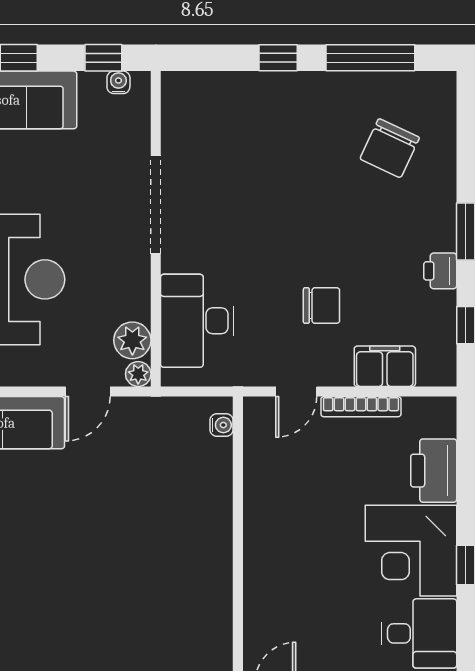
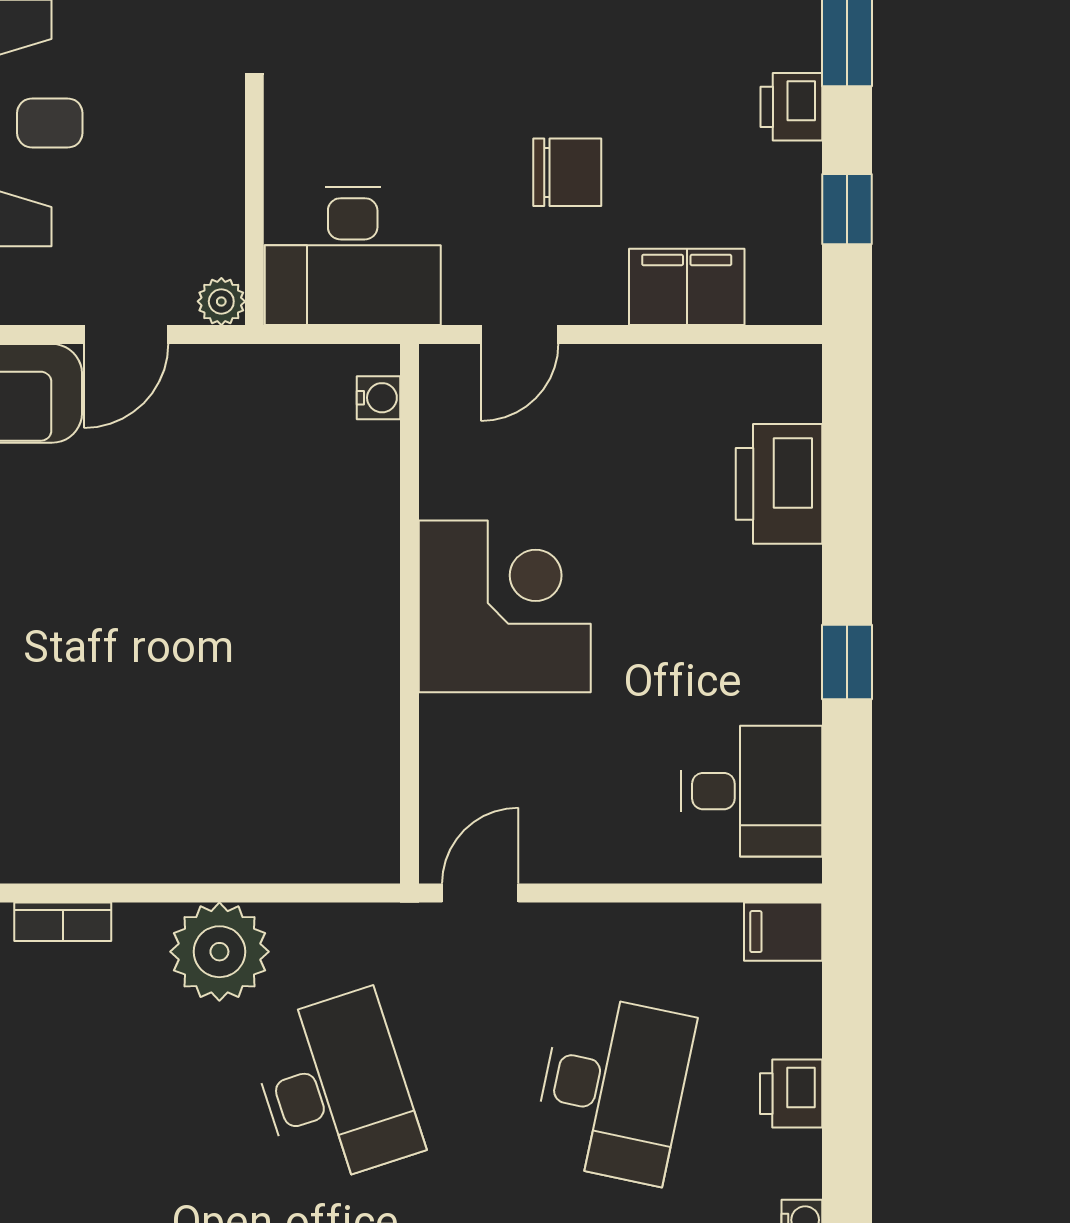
desk: (197, 321) -> (353, 256), moved, turned -90
plant: (132, 340) -> (210, 238), removed
bookcase: (361, 407) -> (642, 363), removed
corner desk: (411, 551) -> (505, 606), moved, turned 180

